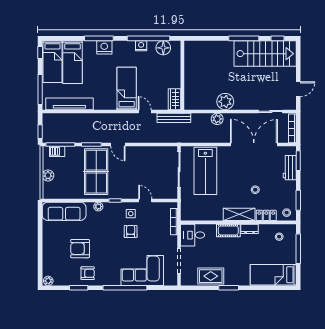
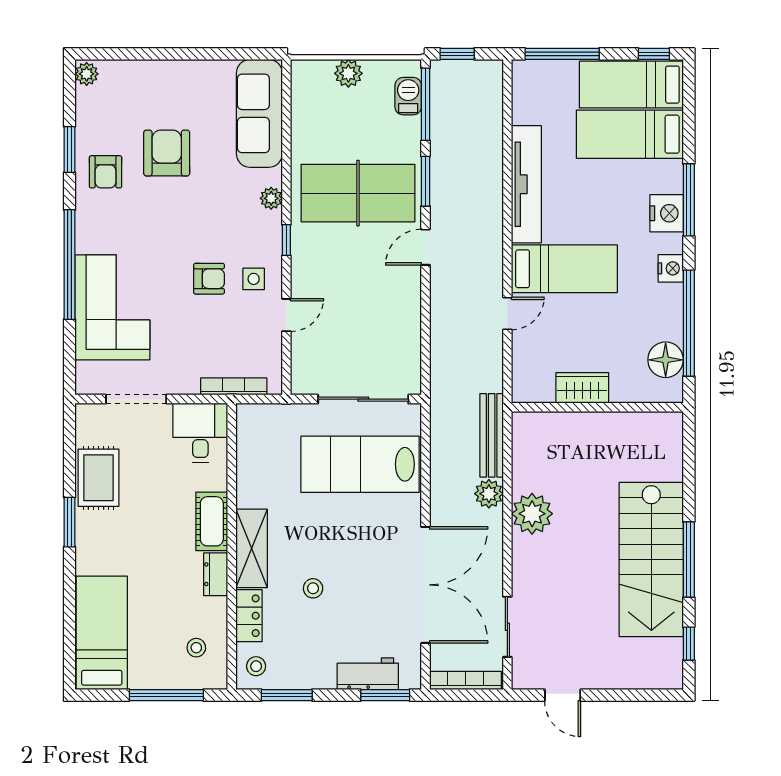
nightstand: (141, 46) -> (671, 268), moved
stairs: (265, 54) -> (651, 559), moved
wardrobe: (175, 99) -> (582, 388), moved
tv unit: (69, 104) -> (526, 184), moved
bench: (174, 118) -> (492, 435), moved

